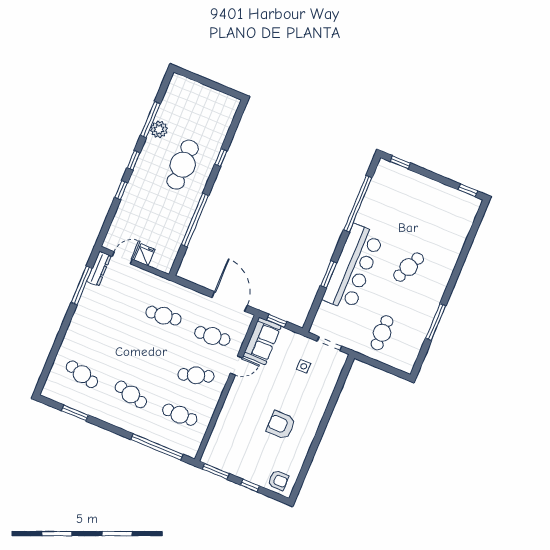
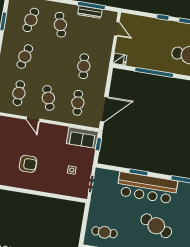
fridge: (144, 255) -> (120, 59), moved
cafe table: (409, 267) -> (156, 226), width x1.37, depth x1.35
dresser: (99, 269) -> (90, 12), moved
cafe table: (382, 333) -> (105, 232), moved
cafe table: (98, 335) -> (60, 25), added
door: (236, 366) -> (33, 119), moved
armchair: (281, 425) -> (28, 164), turned 90

